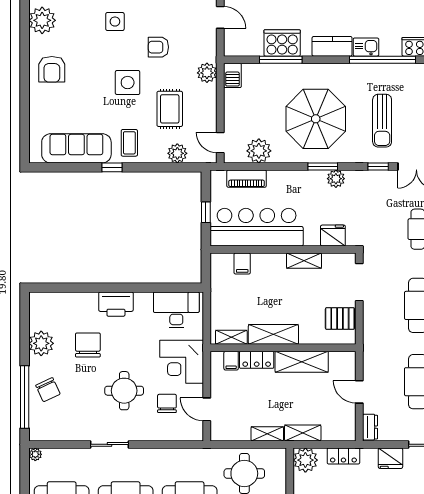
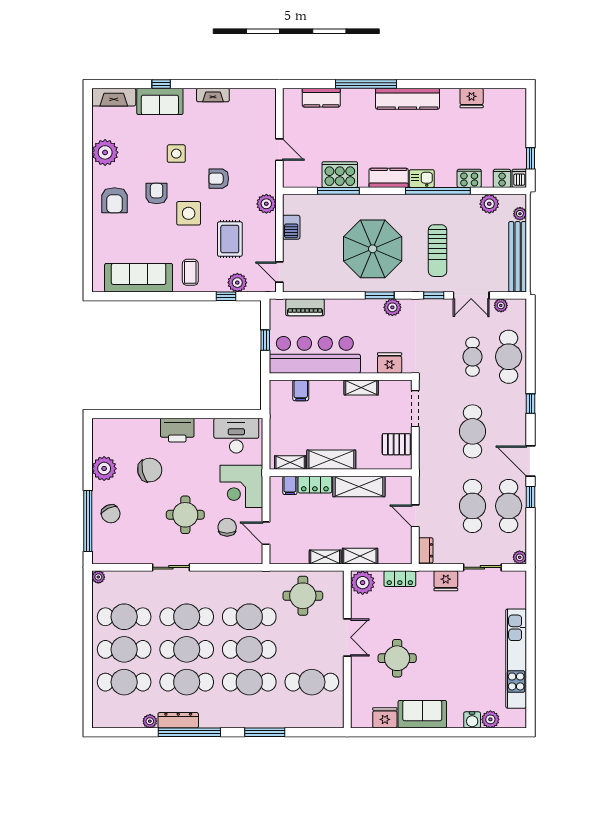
armchair: (95, 62) -> (157, 193), added
barbecue: (232, 75) -> (291, 227), moved
plant: (259, 151) -> (317, 280), removed
window: (112, 167) -> (226, 296), moved
chair: (88, 345) -> (150, 470), turned 77

